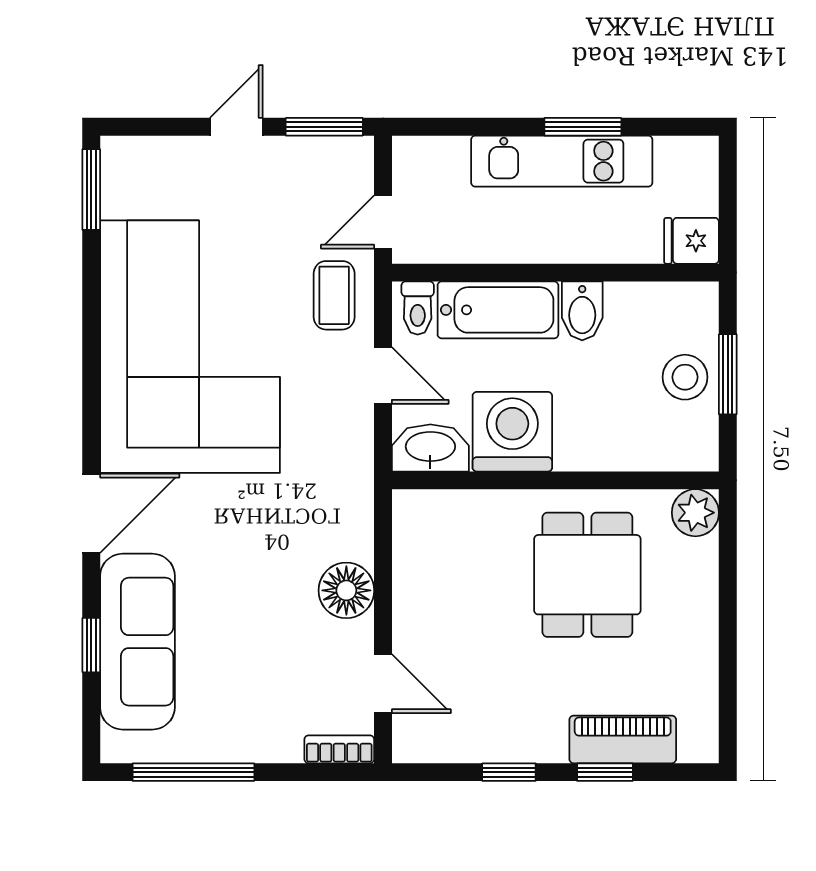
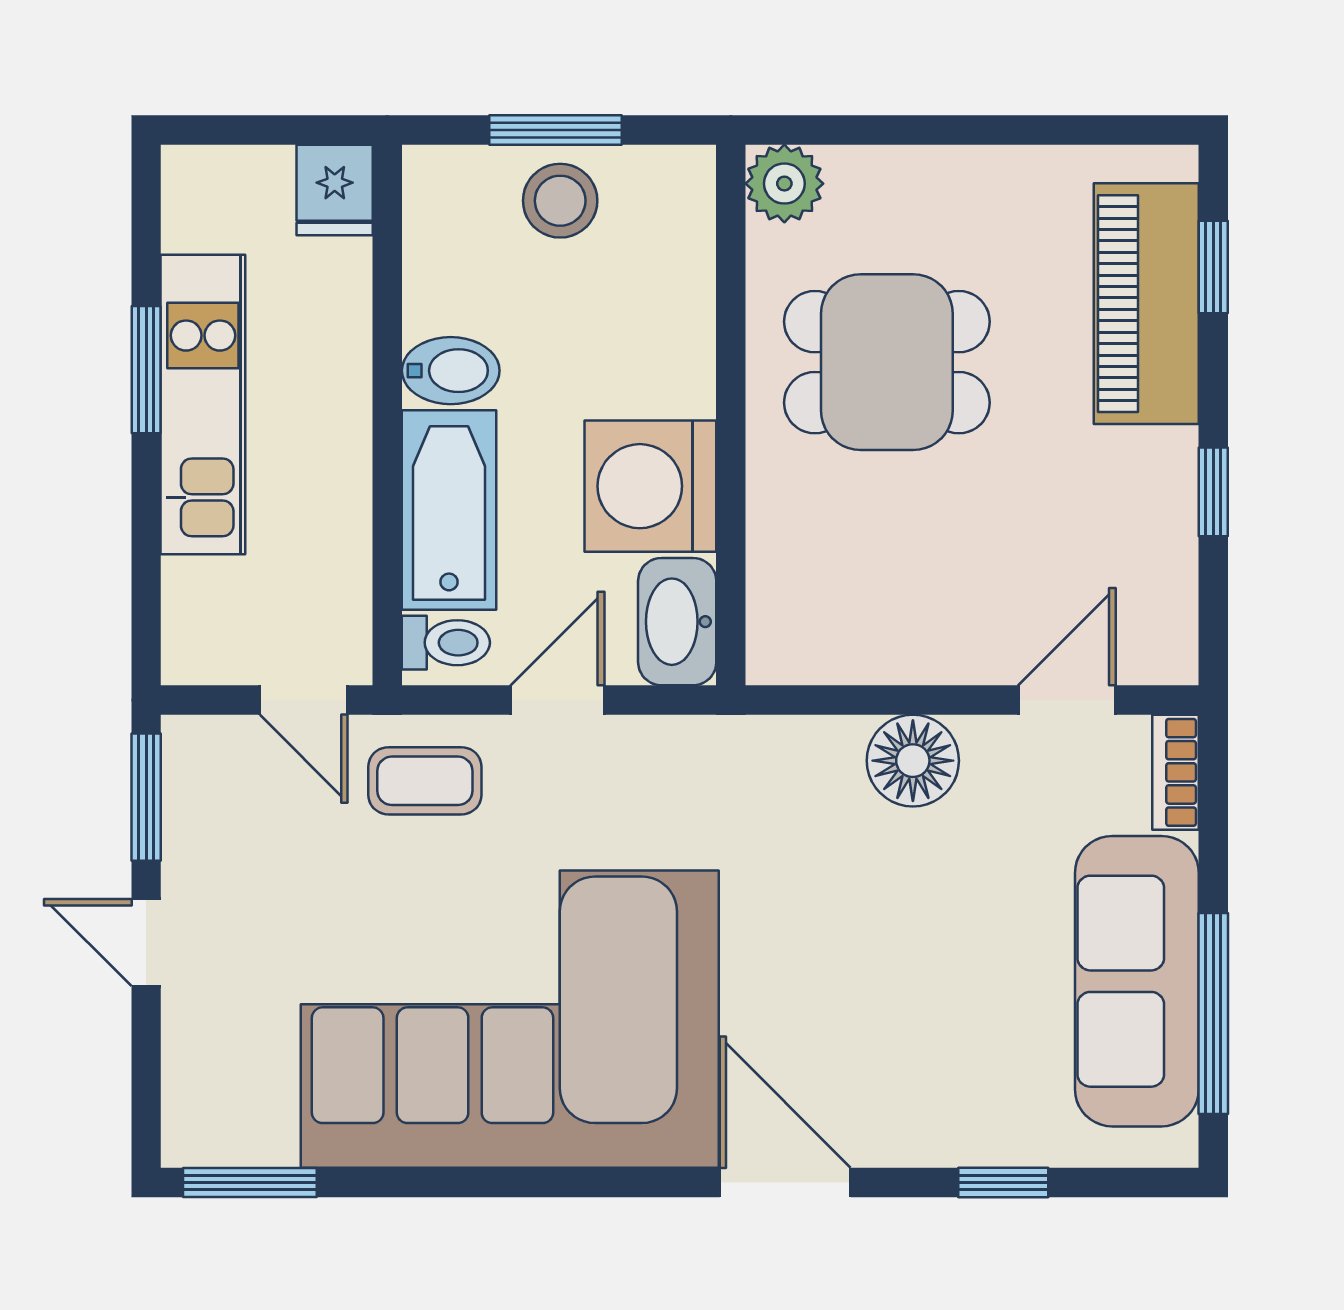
sofa: (137, 642) -> (1137, 981), moved, turned -90
piano: (623, 739) -> (1146, 304), width x1.37, depth x1.33
window: (605, 772) -> (1213, 267), moved

